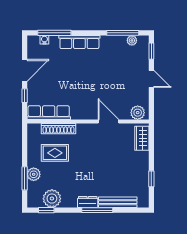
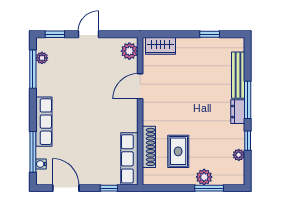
door: (25, 70) -> (66, 188), moved
plant: (52, 199) -> (239, 155), width x0.53, depth x0.53
window: (46, 210) -> (248, 141), moved

